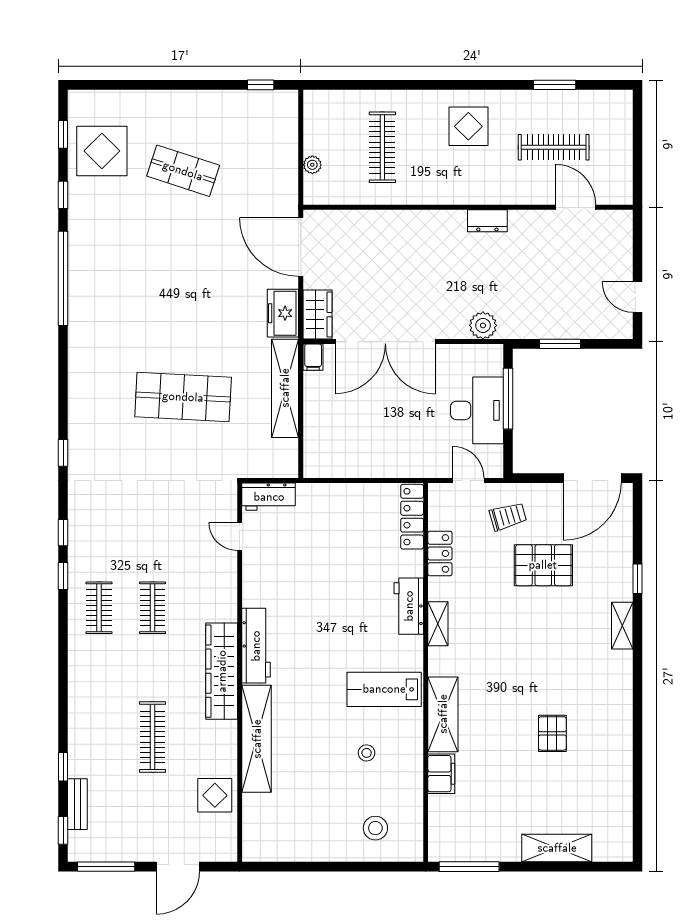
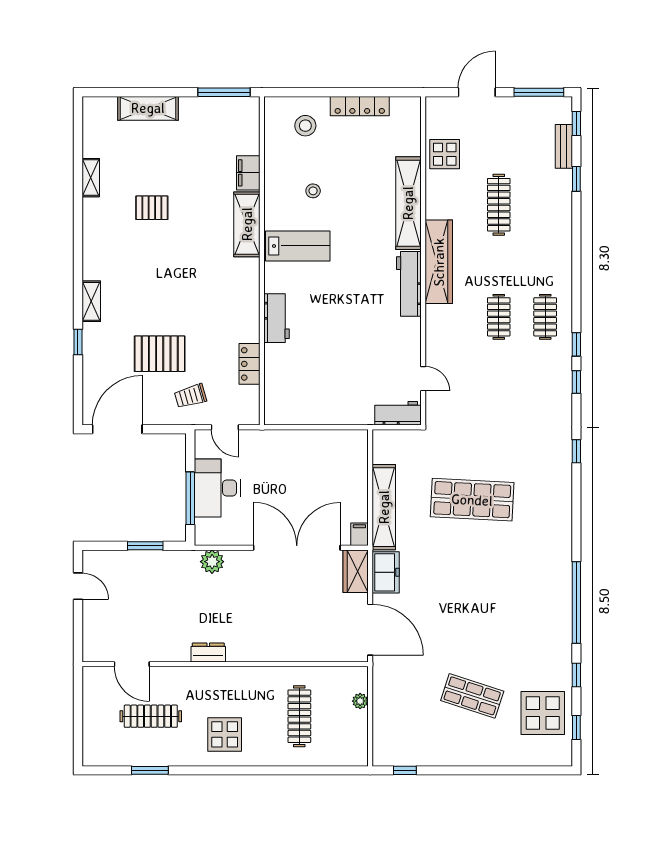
locker: (412, 517) -> (360, 106), moved, turned 90
shelving: (438, 624) -> (91, 178), moved
pallet: (552, 733) -> (152, 208), turned 90

